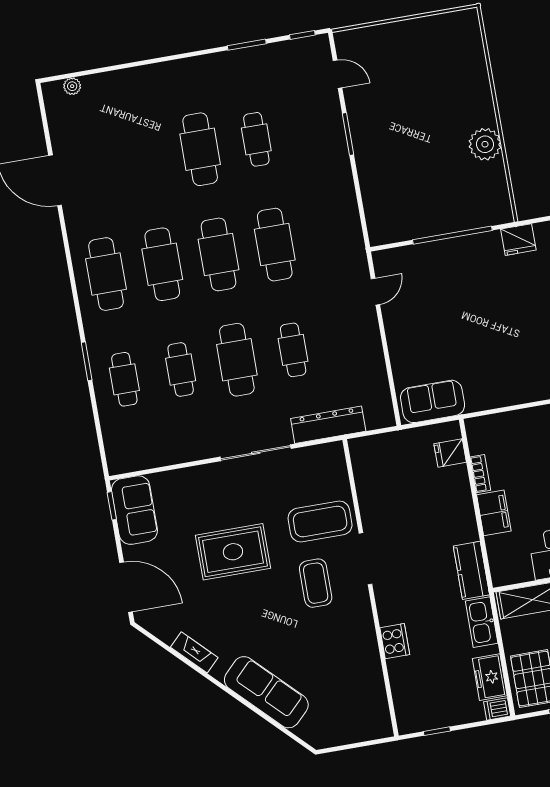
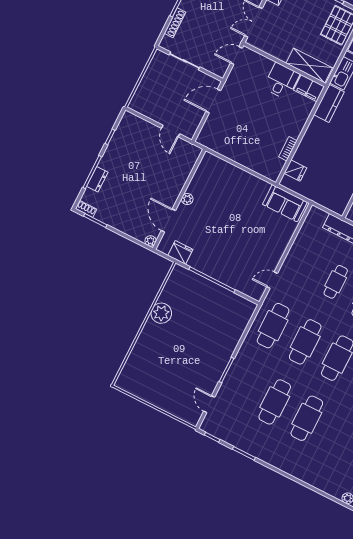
cafe table: (256, 139) -> (275, 402), width x1.37, depth x1.35
cafe table: (331, 235) -> (273, 326), added
filing cabinet: (494, 513) -> (309, 88), moved, turned -90

